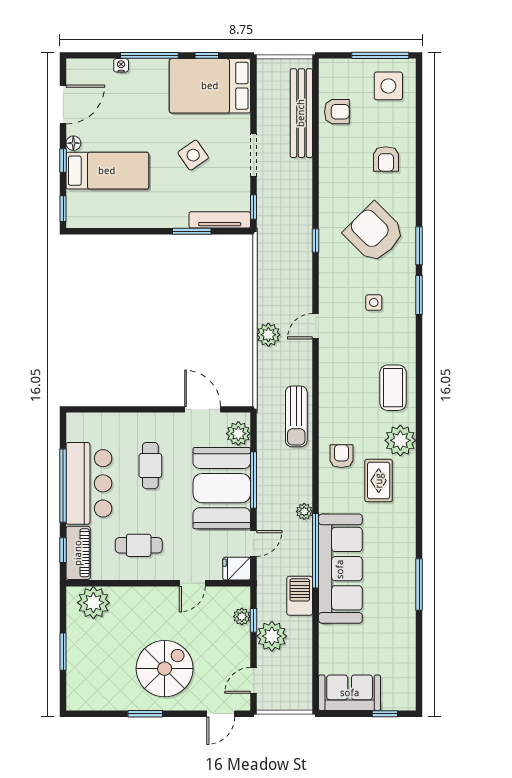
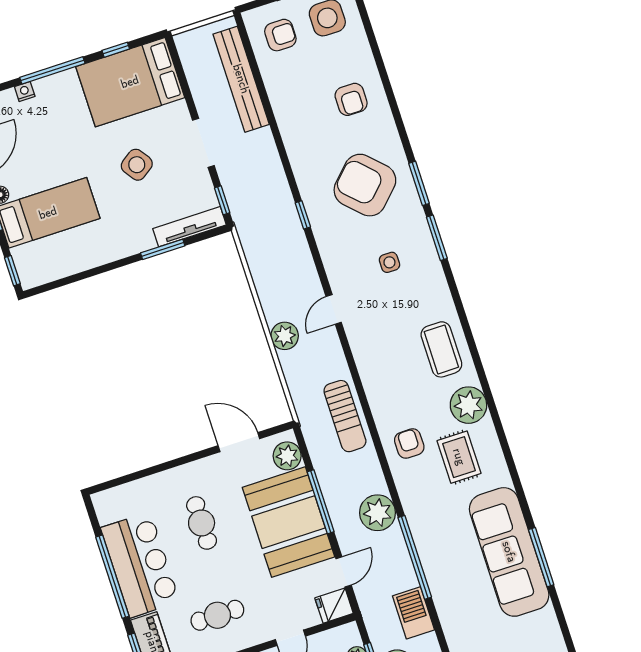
armchair: (337, 112) -> (280, 35), moved
plant: (304, 511) -> (377, 513), width x1.87, depth x1.87
sofa: (340, 569) -> (509, 552), moved, turned 180

